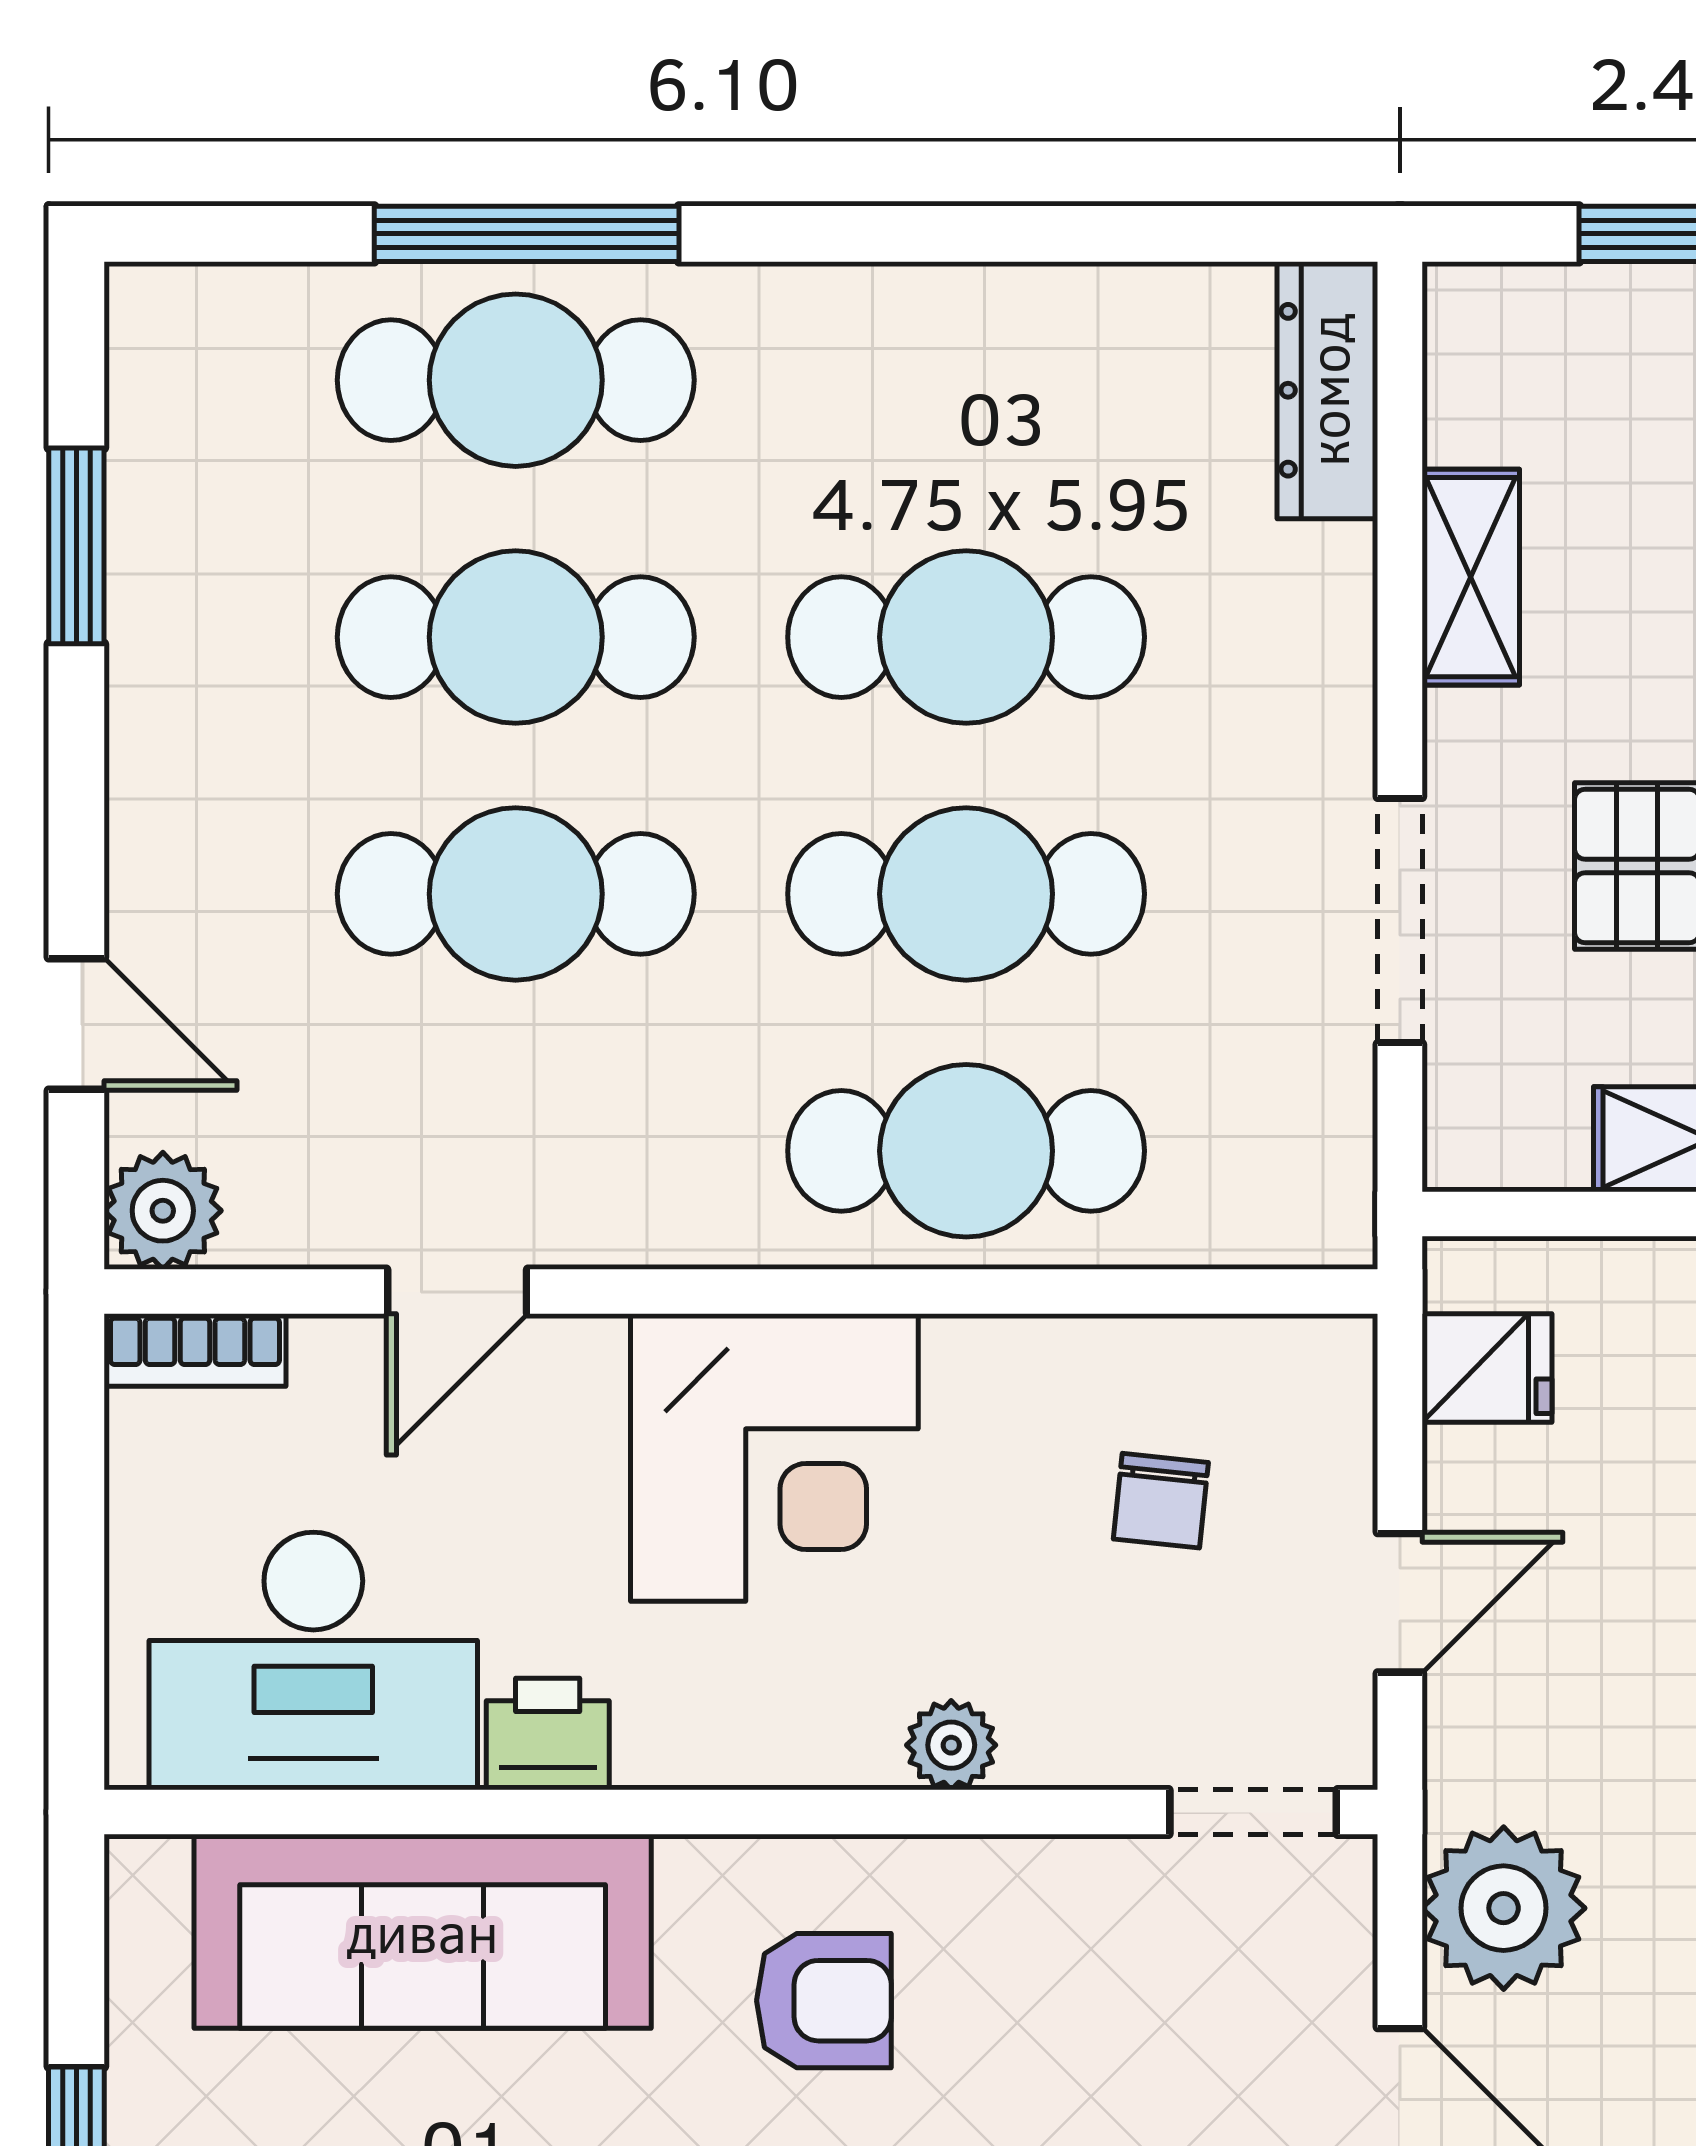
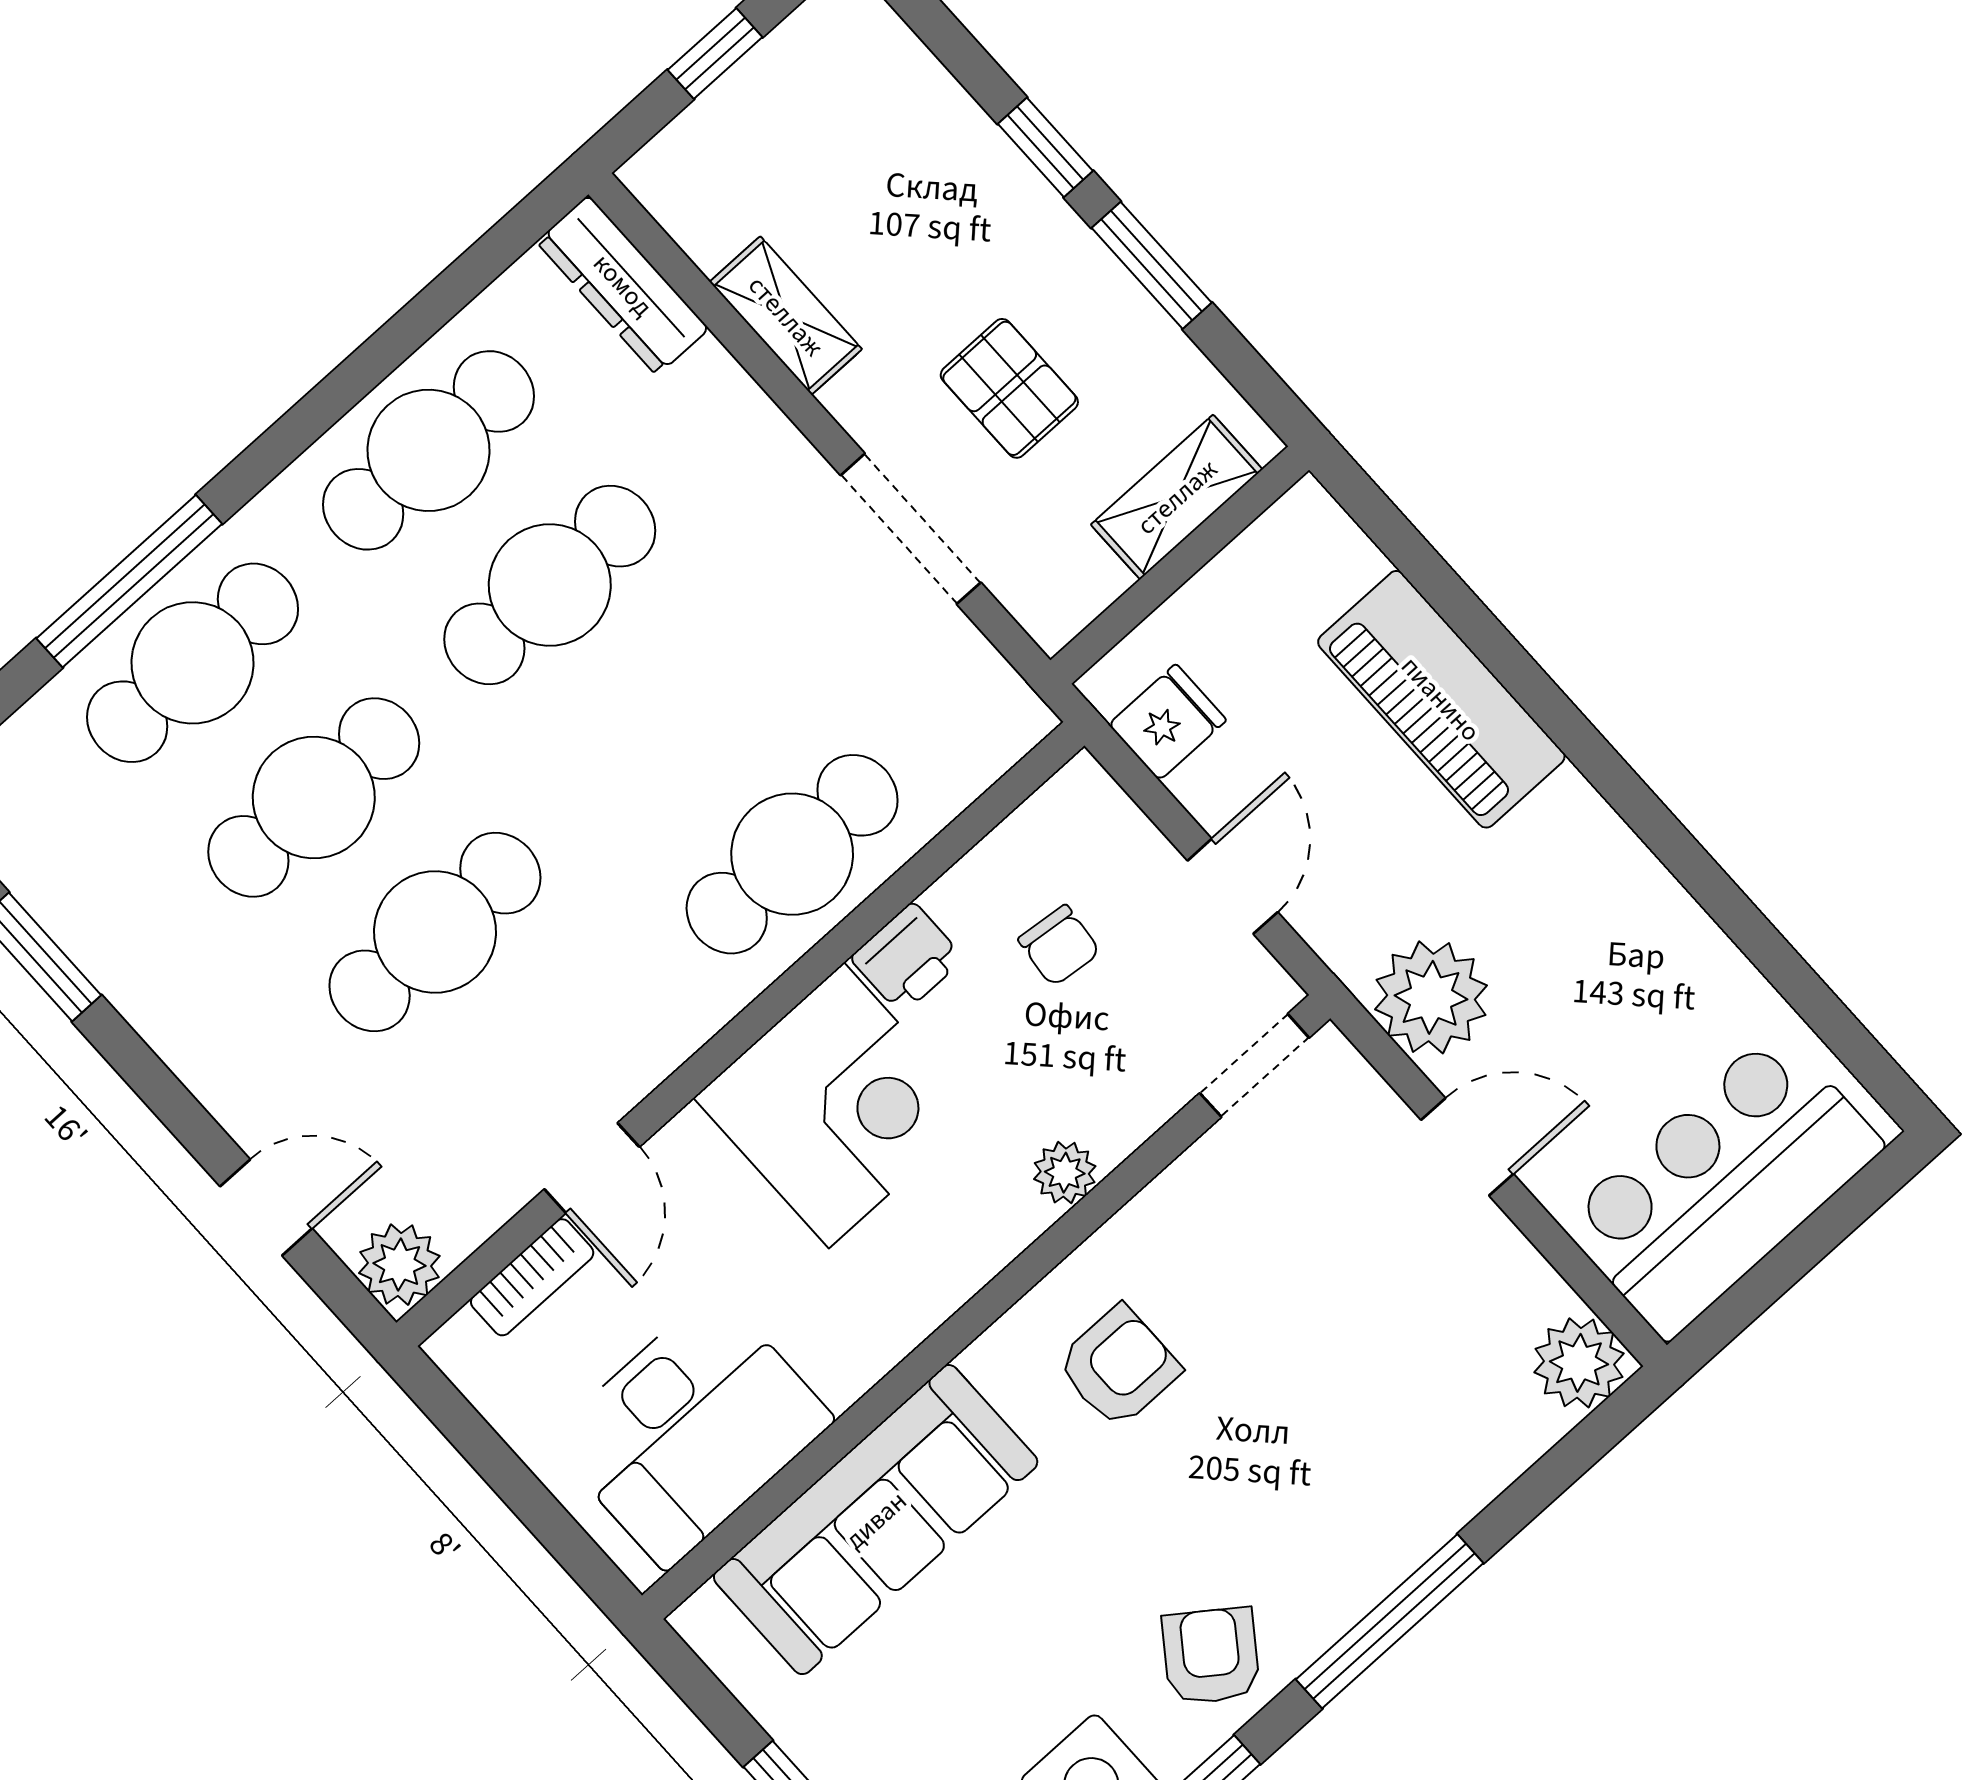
cafe table: (966, 894) -> (429, 450), moved
bookcase: (195, 1350) -> (532, 1277), moved
printer: (548, 1734) -> (907, 958), moved, turned 180

